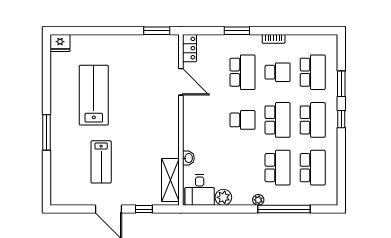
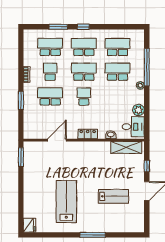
locker: (189, 48) -> (88, 134), moved
lab bench: (94, 95) -> (66, 201), turned 90

